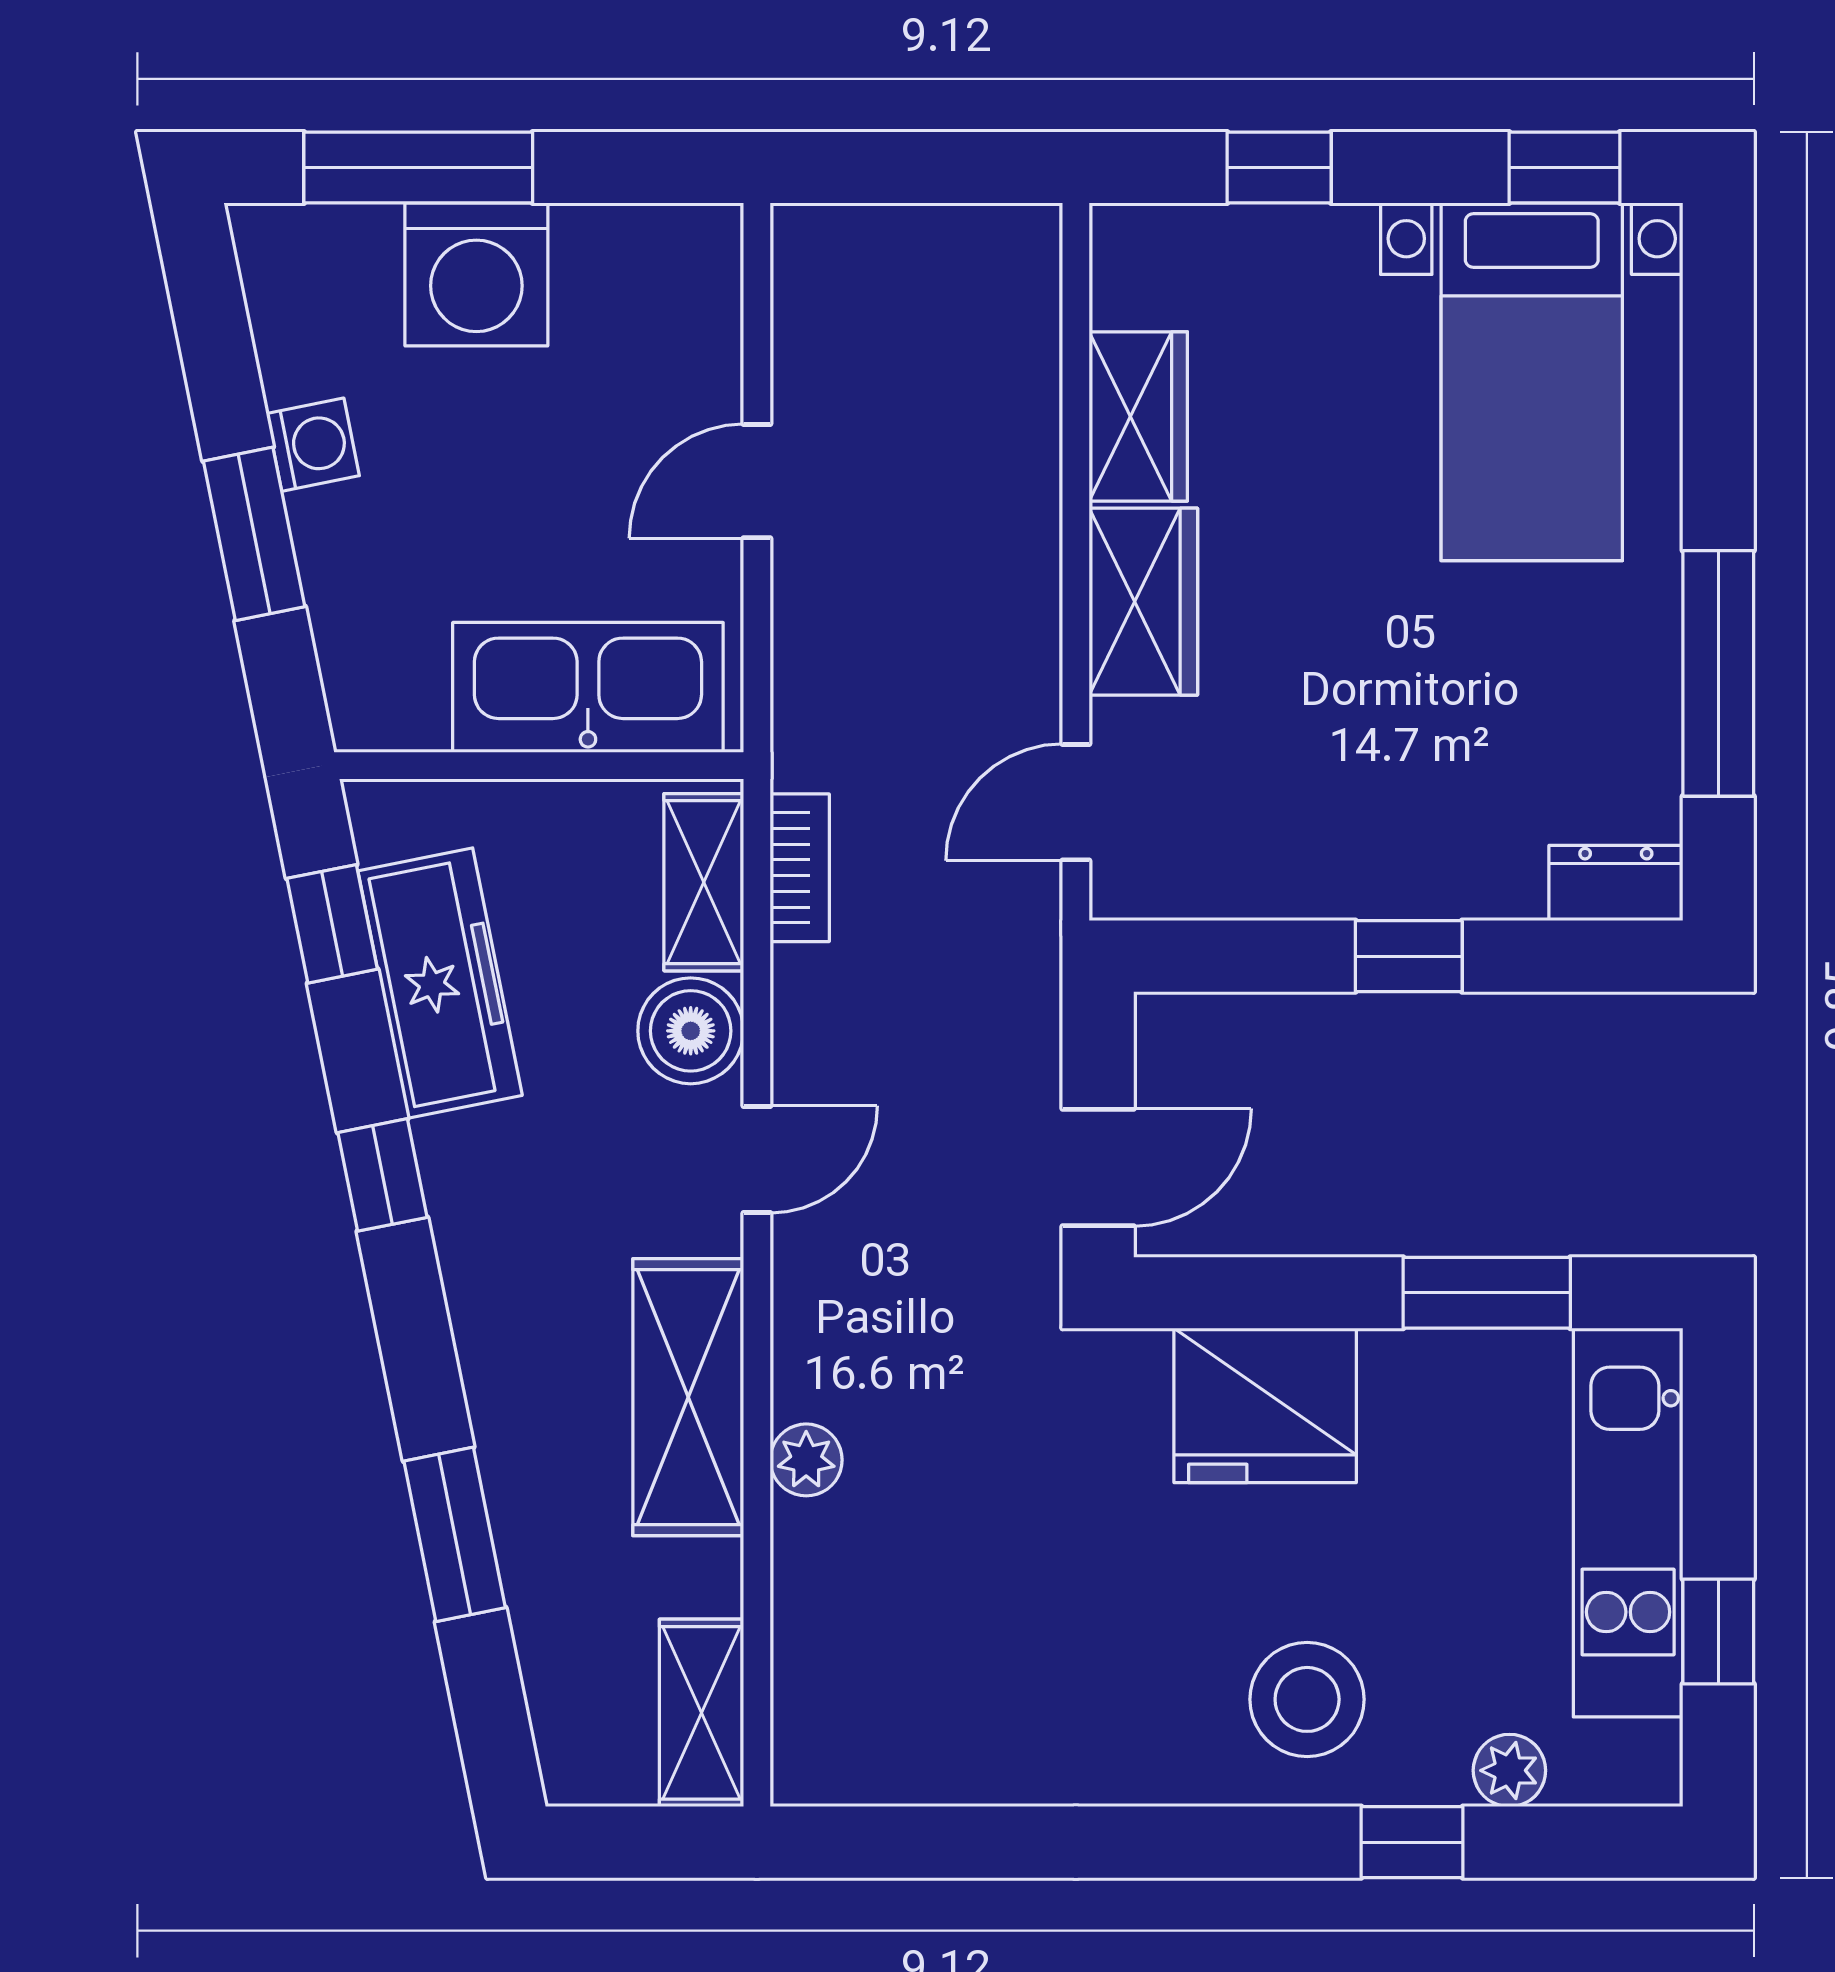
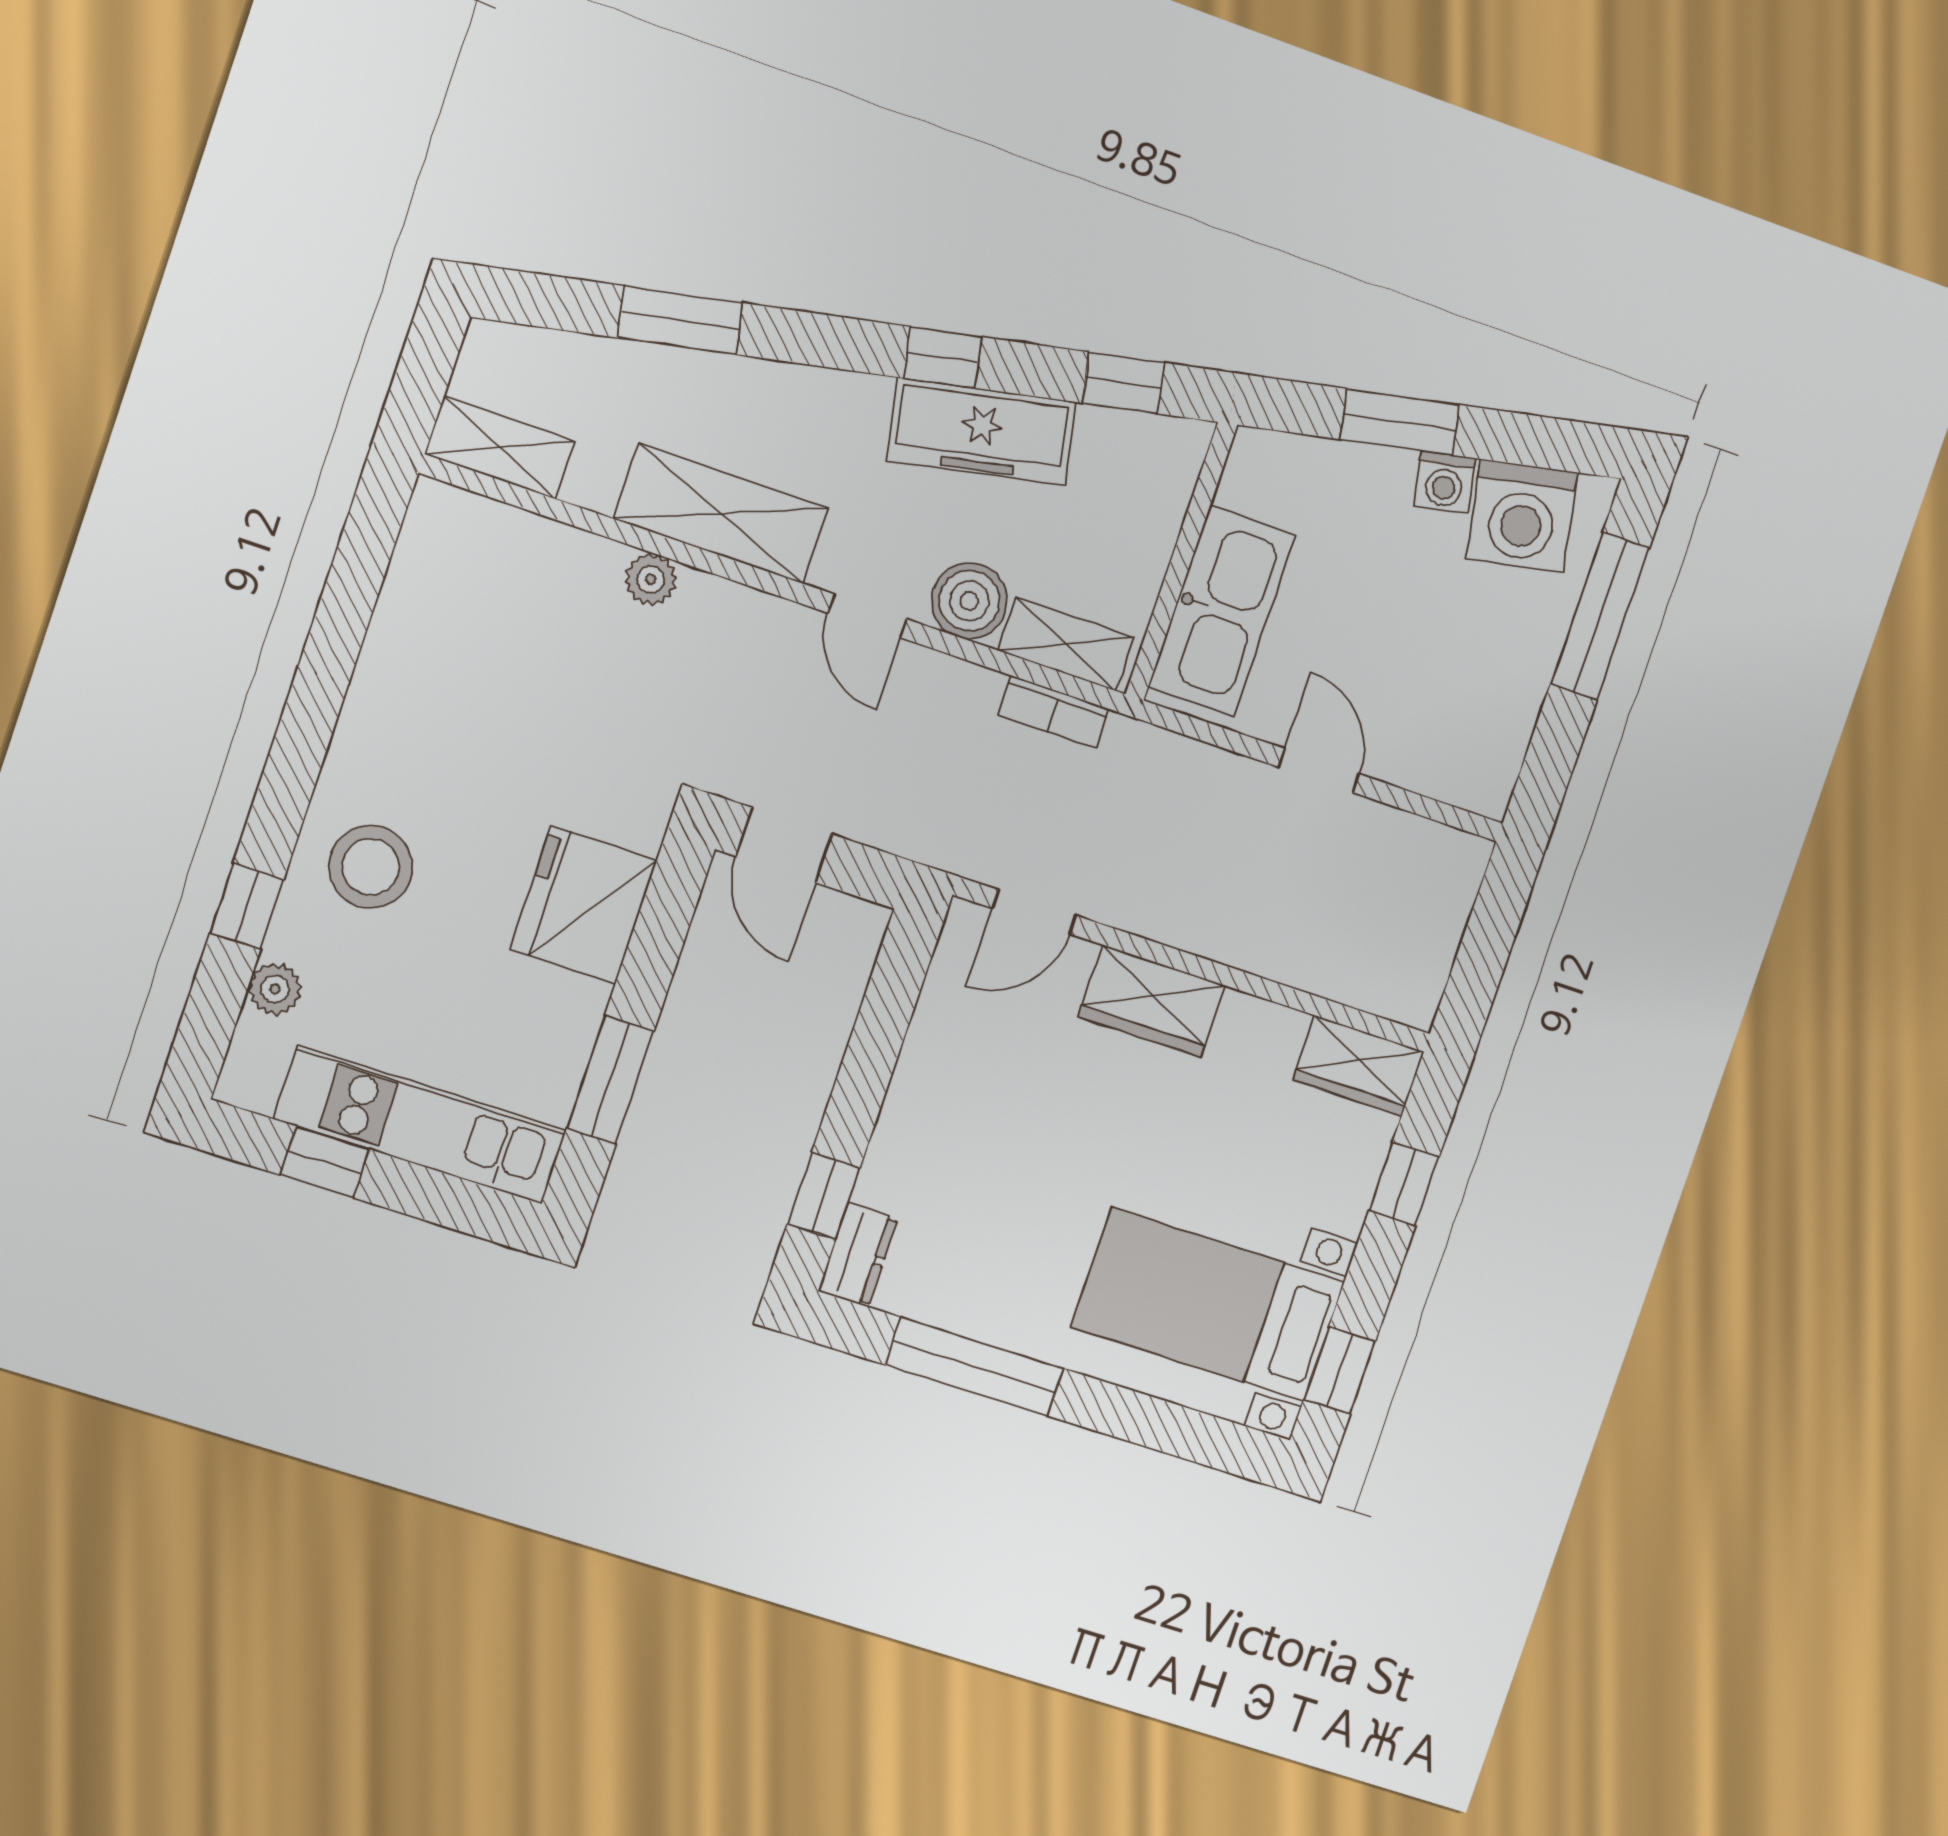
washing machine: (476, 274) -> (1522, 516), moved, turned -101
wardrobe: (1138, 416) -> (1358, 1066), moved
door: (1076, 802) -> (1034, 912), swing flipped
window: (1409, 956) -> (824, 1196), moved
freezer: (440, 983) -> (981, 431), moved

